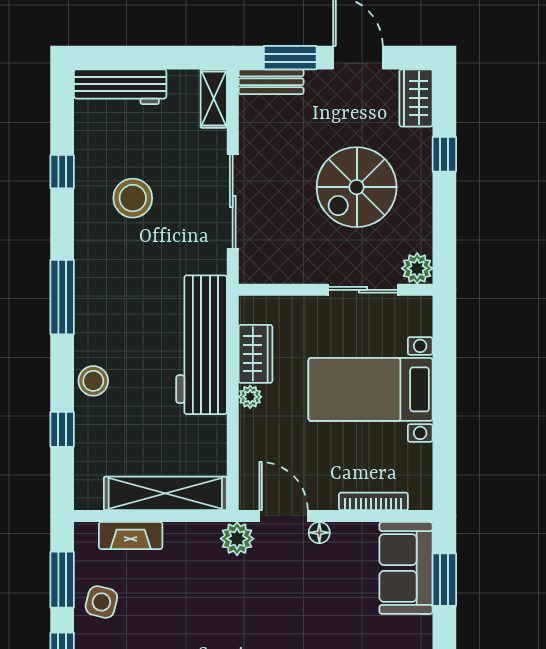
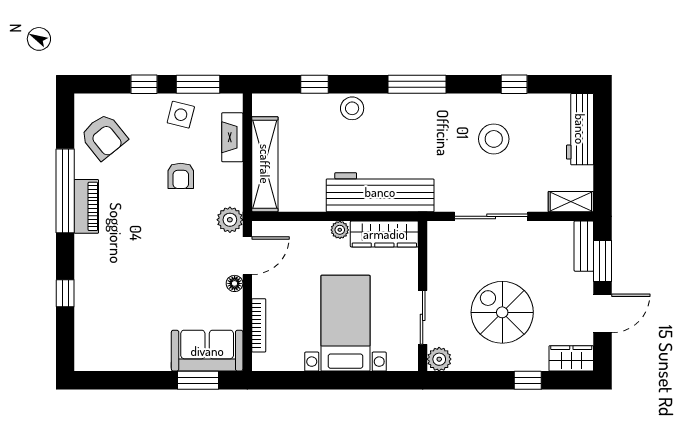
wardrobe: (255, 354) -> (384, 234), width x1.50
armchair: (180, 602) -> (181, 176), added

